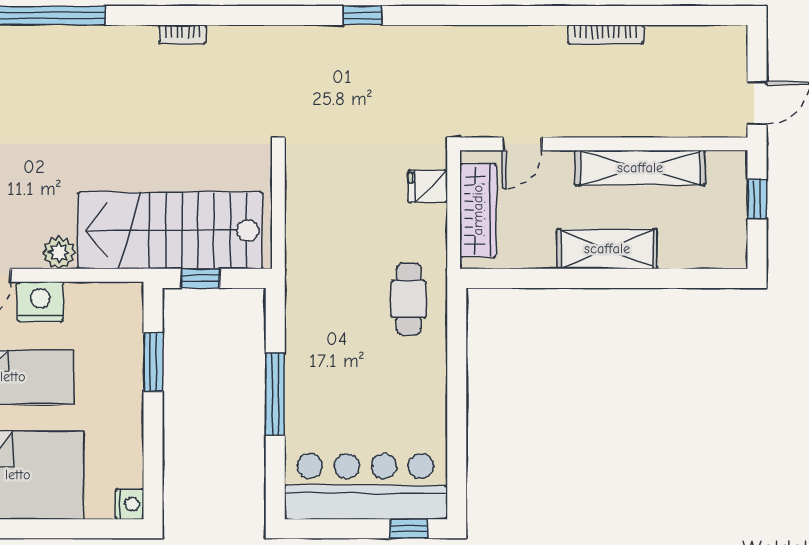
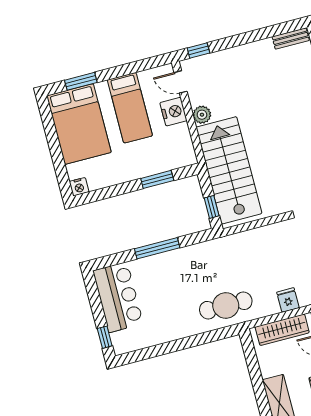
window: (200, 278) -> (212, 207), moved
cafe table: (409, 299) -> (226, 305), width x1.37, depth x1.35
bar counter: (365, 486) -> (118, 297), width x0.73

